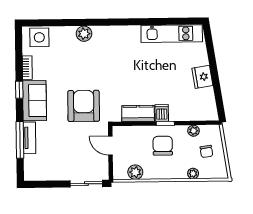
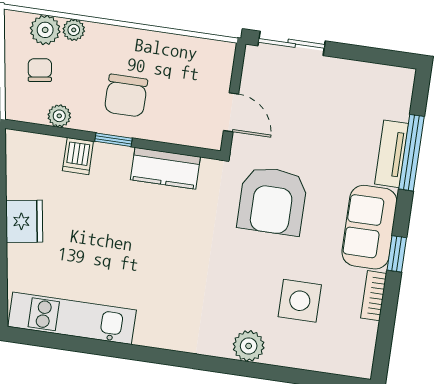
side table: (39, 37) -> (300, 301), moved
dishwasher: (162, 113) -> (78, 156), moved
plant: (135, 172) -> (45, 30), moved

